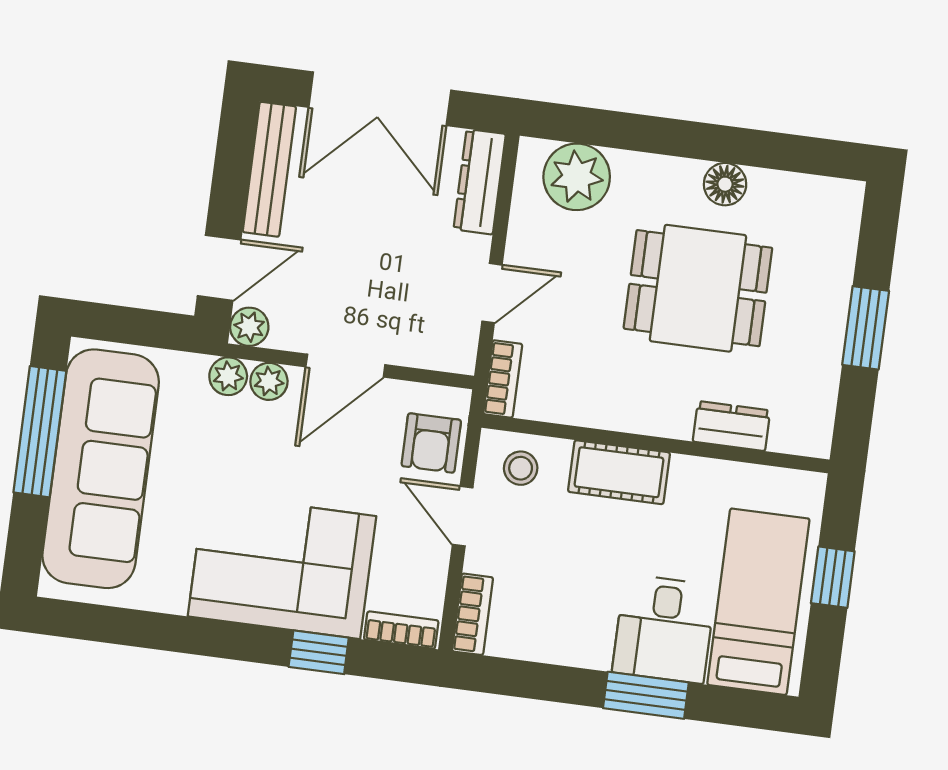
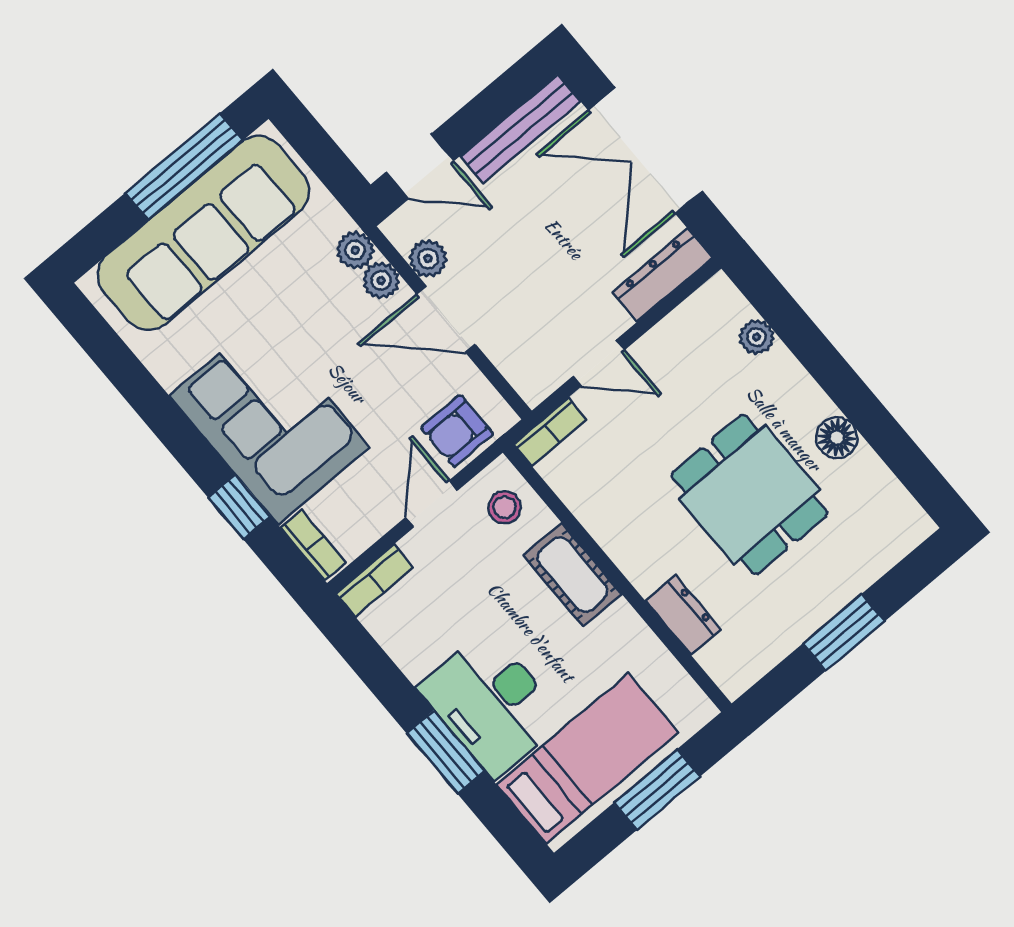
plant: (577, 177) -> (757, 337), width x0.53, depth x0.53
plant: (249, 327) -> (428, 259), moved
window: (833, 577) -> (657, 790), width x1.50
desk: (664, 629) -> (491, 703), width x1.37

